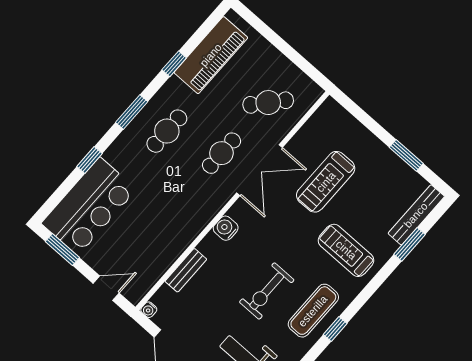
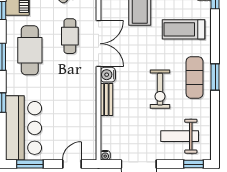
cafe table: (167, 131) -> (30, 50), width x1.37, depth x1.35
double door: (259, 170) -> (98, 44), moved
bench: (186, 270) -> (106, 100), moved
window: (335, 329) -> (215, 77), width x1.50

